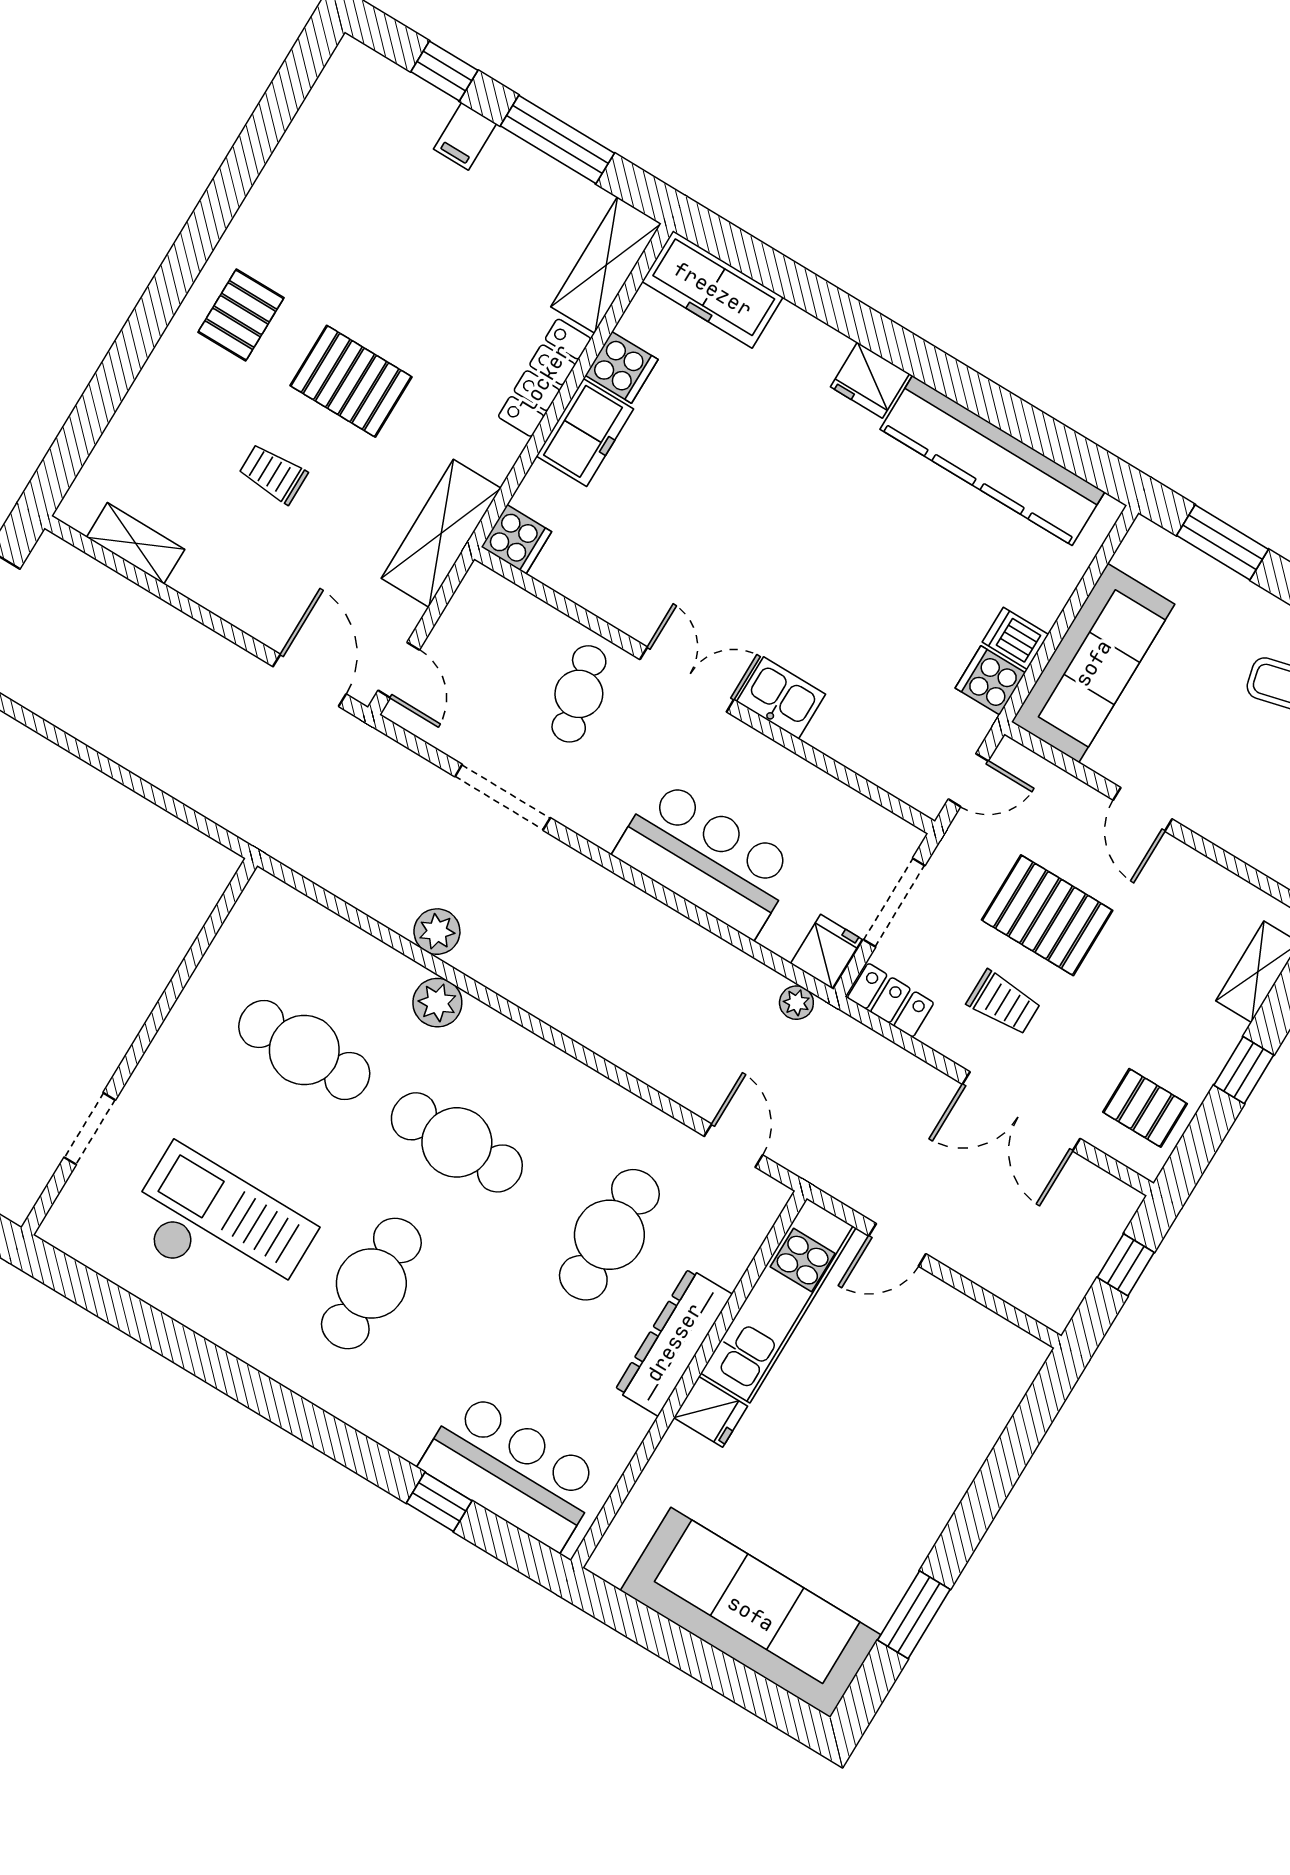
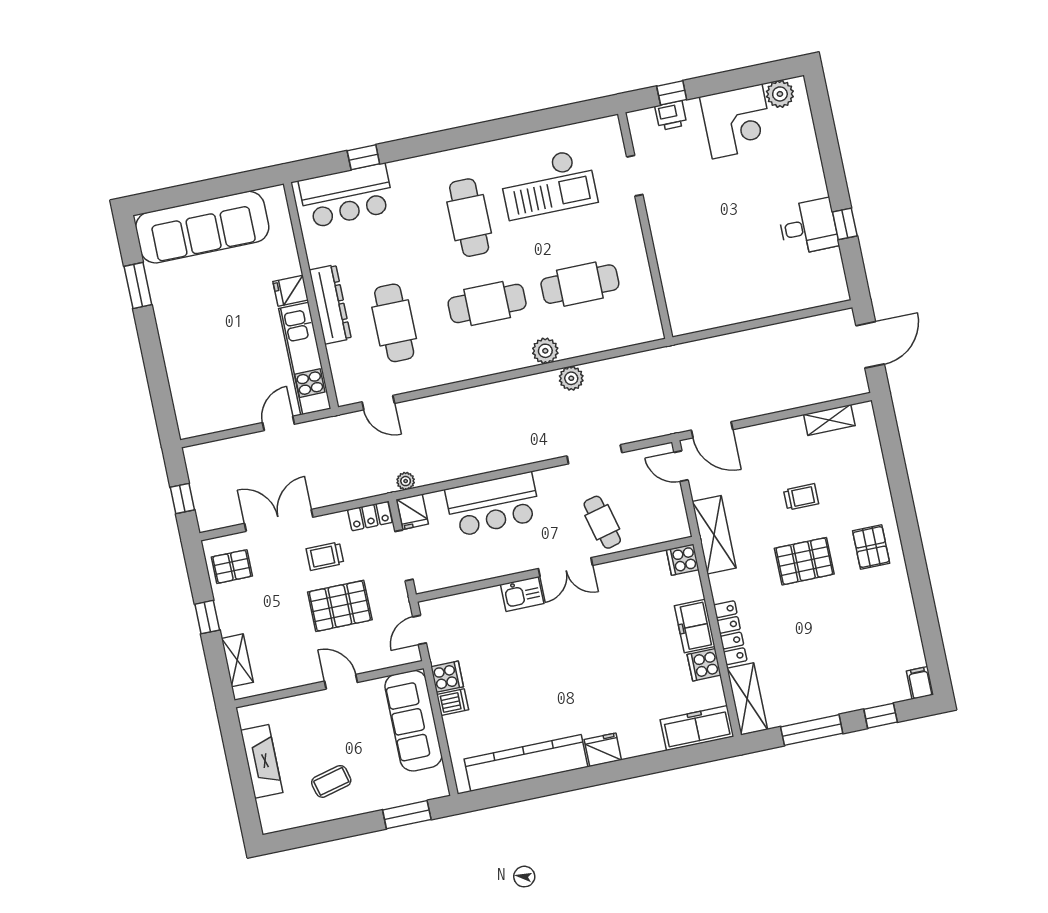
filing cabinet: (465, 136) -> (920, 683), moved

